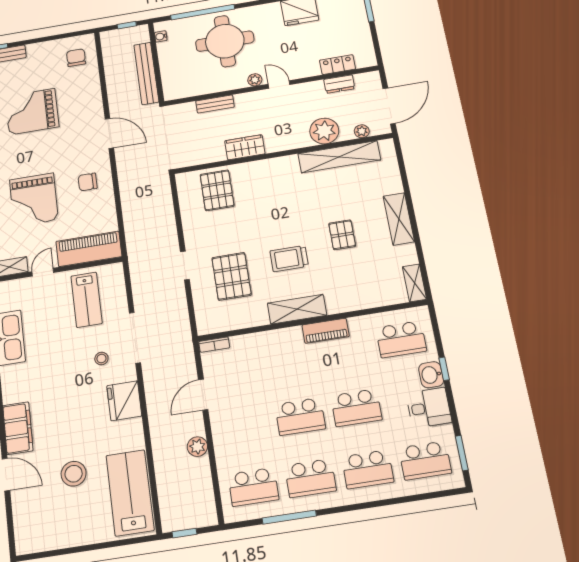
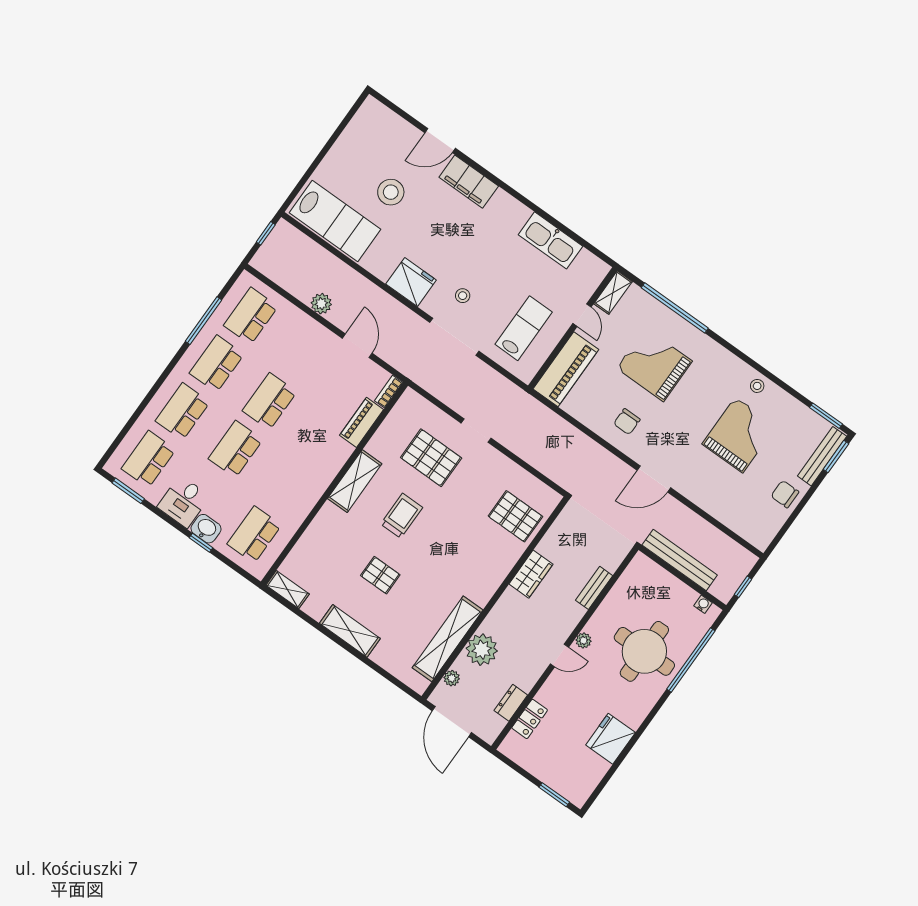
chair: (76, 58) -> (785, 494), moved, turned 180
chair: (88, 182) -> (627, 422), turned 180
lab bench: (87, 300) -> (524, 328), turned 90
piano: (326, 331) -> (362, 422), moved

